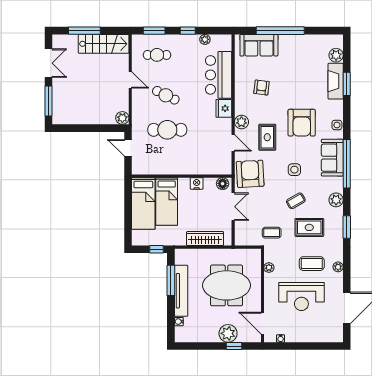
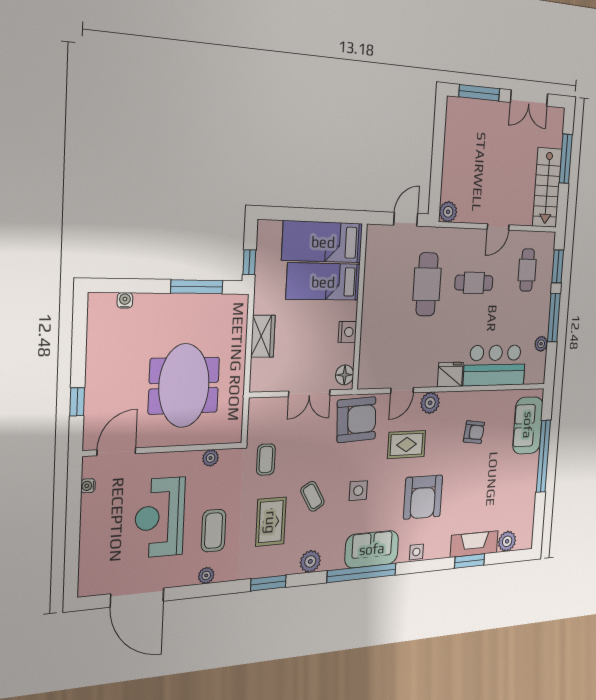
window: (188, 31) -> (554, 318), width x2.17
cafe table: (166, 95) -> (474, 283), turned 64
armchair: (302, 123) -> (423, 497), turned -90
wardrobe: (205, 239) -> (263, 336), width x0.67
tv unit: (181, 291) -> (179, 305), removed
plant: (228, 333) -> (100, 390), removed

